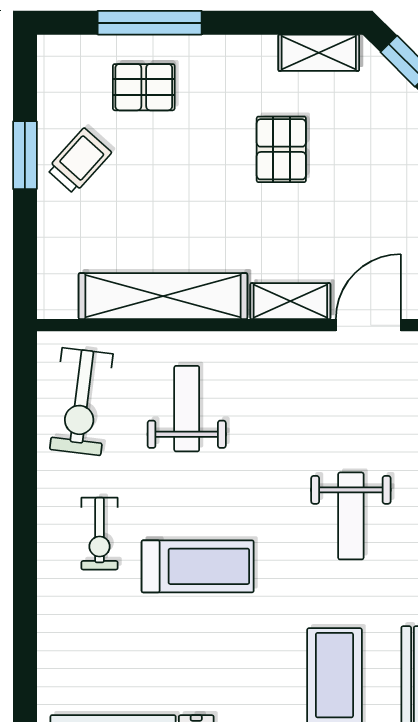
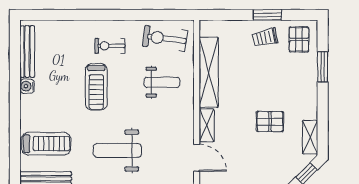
window: (150, 23) -> (323, 67), width x0.69
pallet: (144, 87) -> (299, 39), moved
trolley: (79, 161) -> (265, 37), turned 126
weight bench: (351, 516) -> (117, 151), width x1.36, depth x1.33

